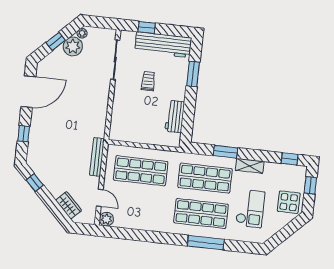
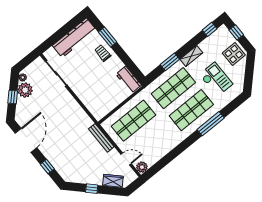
window: (147, 27) -> (55, 37), removed
trolley: (148, 81) -> (103, 53), moved
workbench: (175, 117) -> (129, 80), moved
window: (35, 183) -> (92, 189), moved

